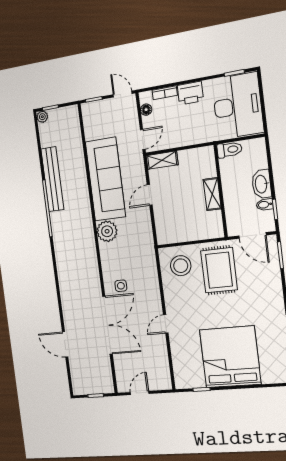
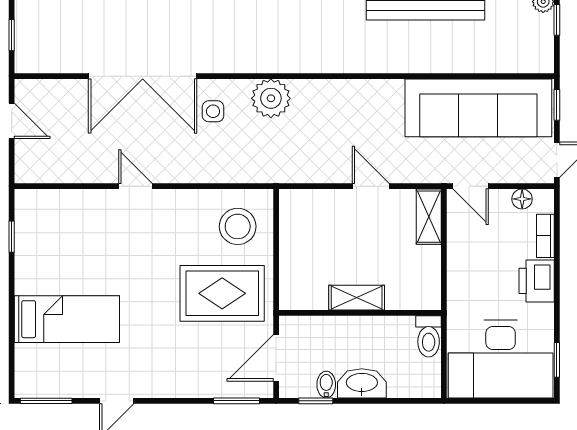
sofa: (105, 179) -> (478, 108), moved
plant: (107, 231) -> (271, 98), moved
bed: (230, 357) -> (67, 319), width x0.49

